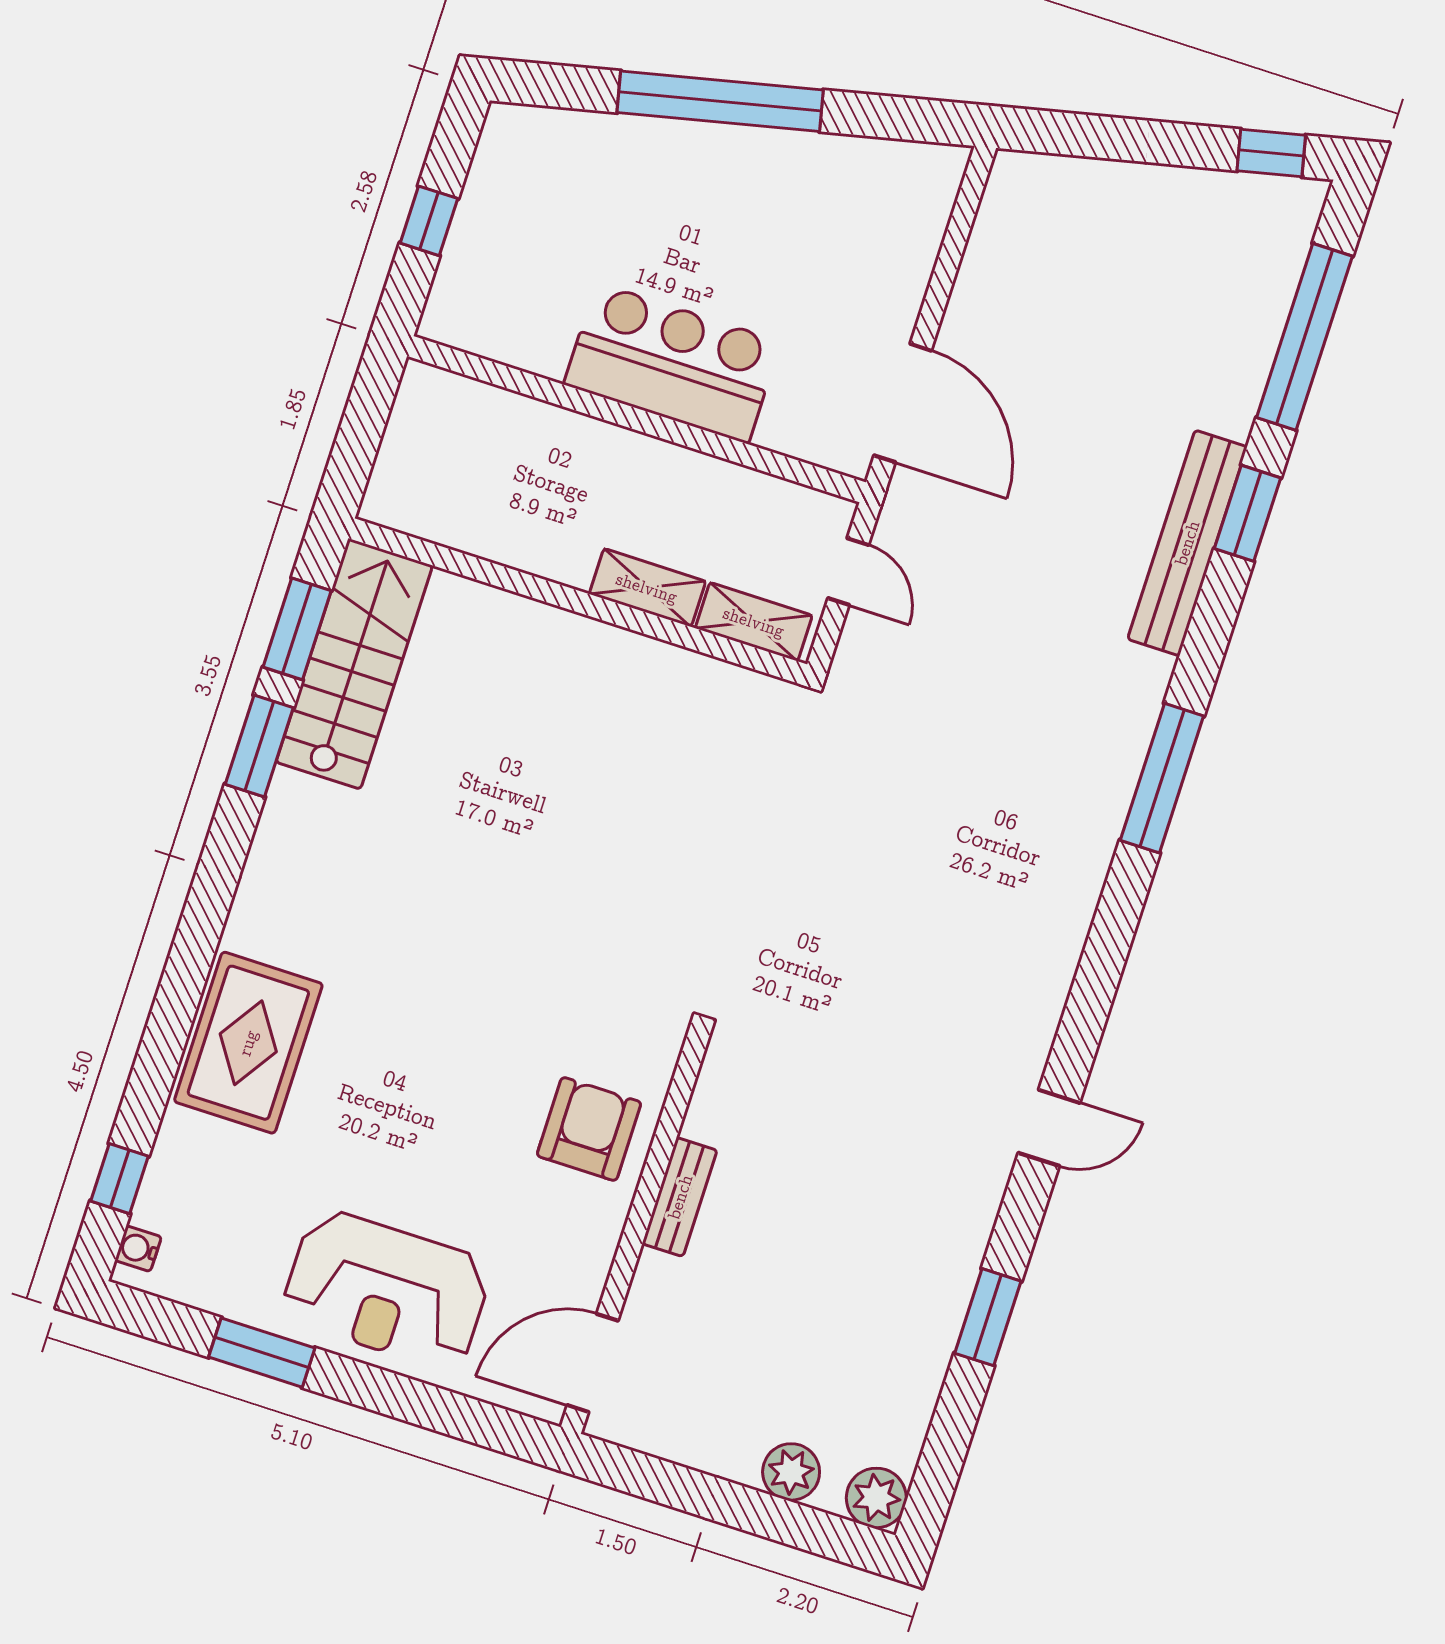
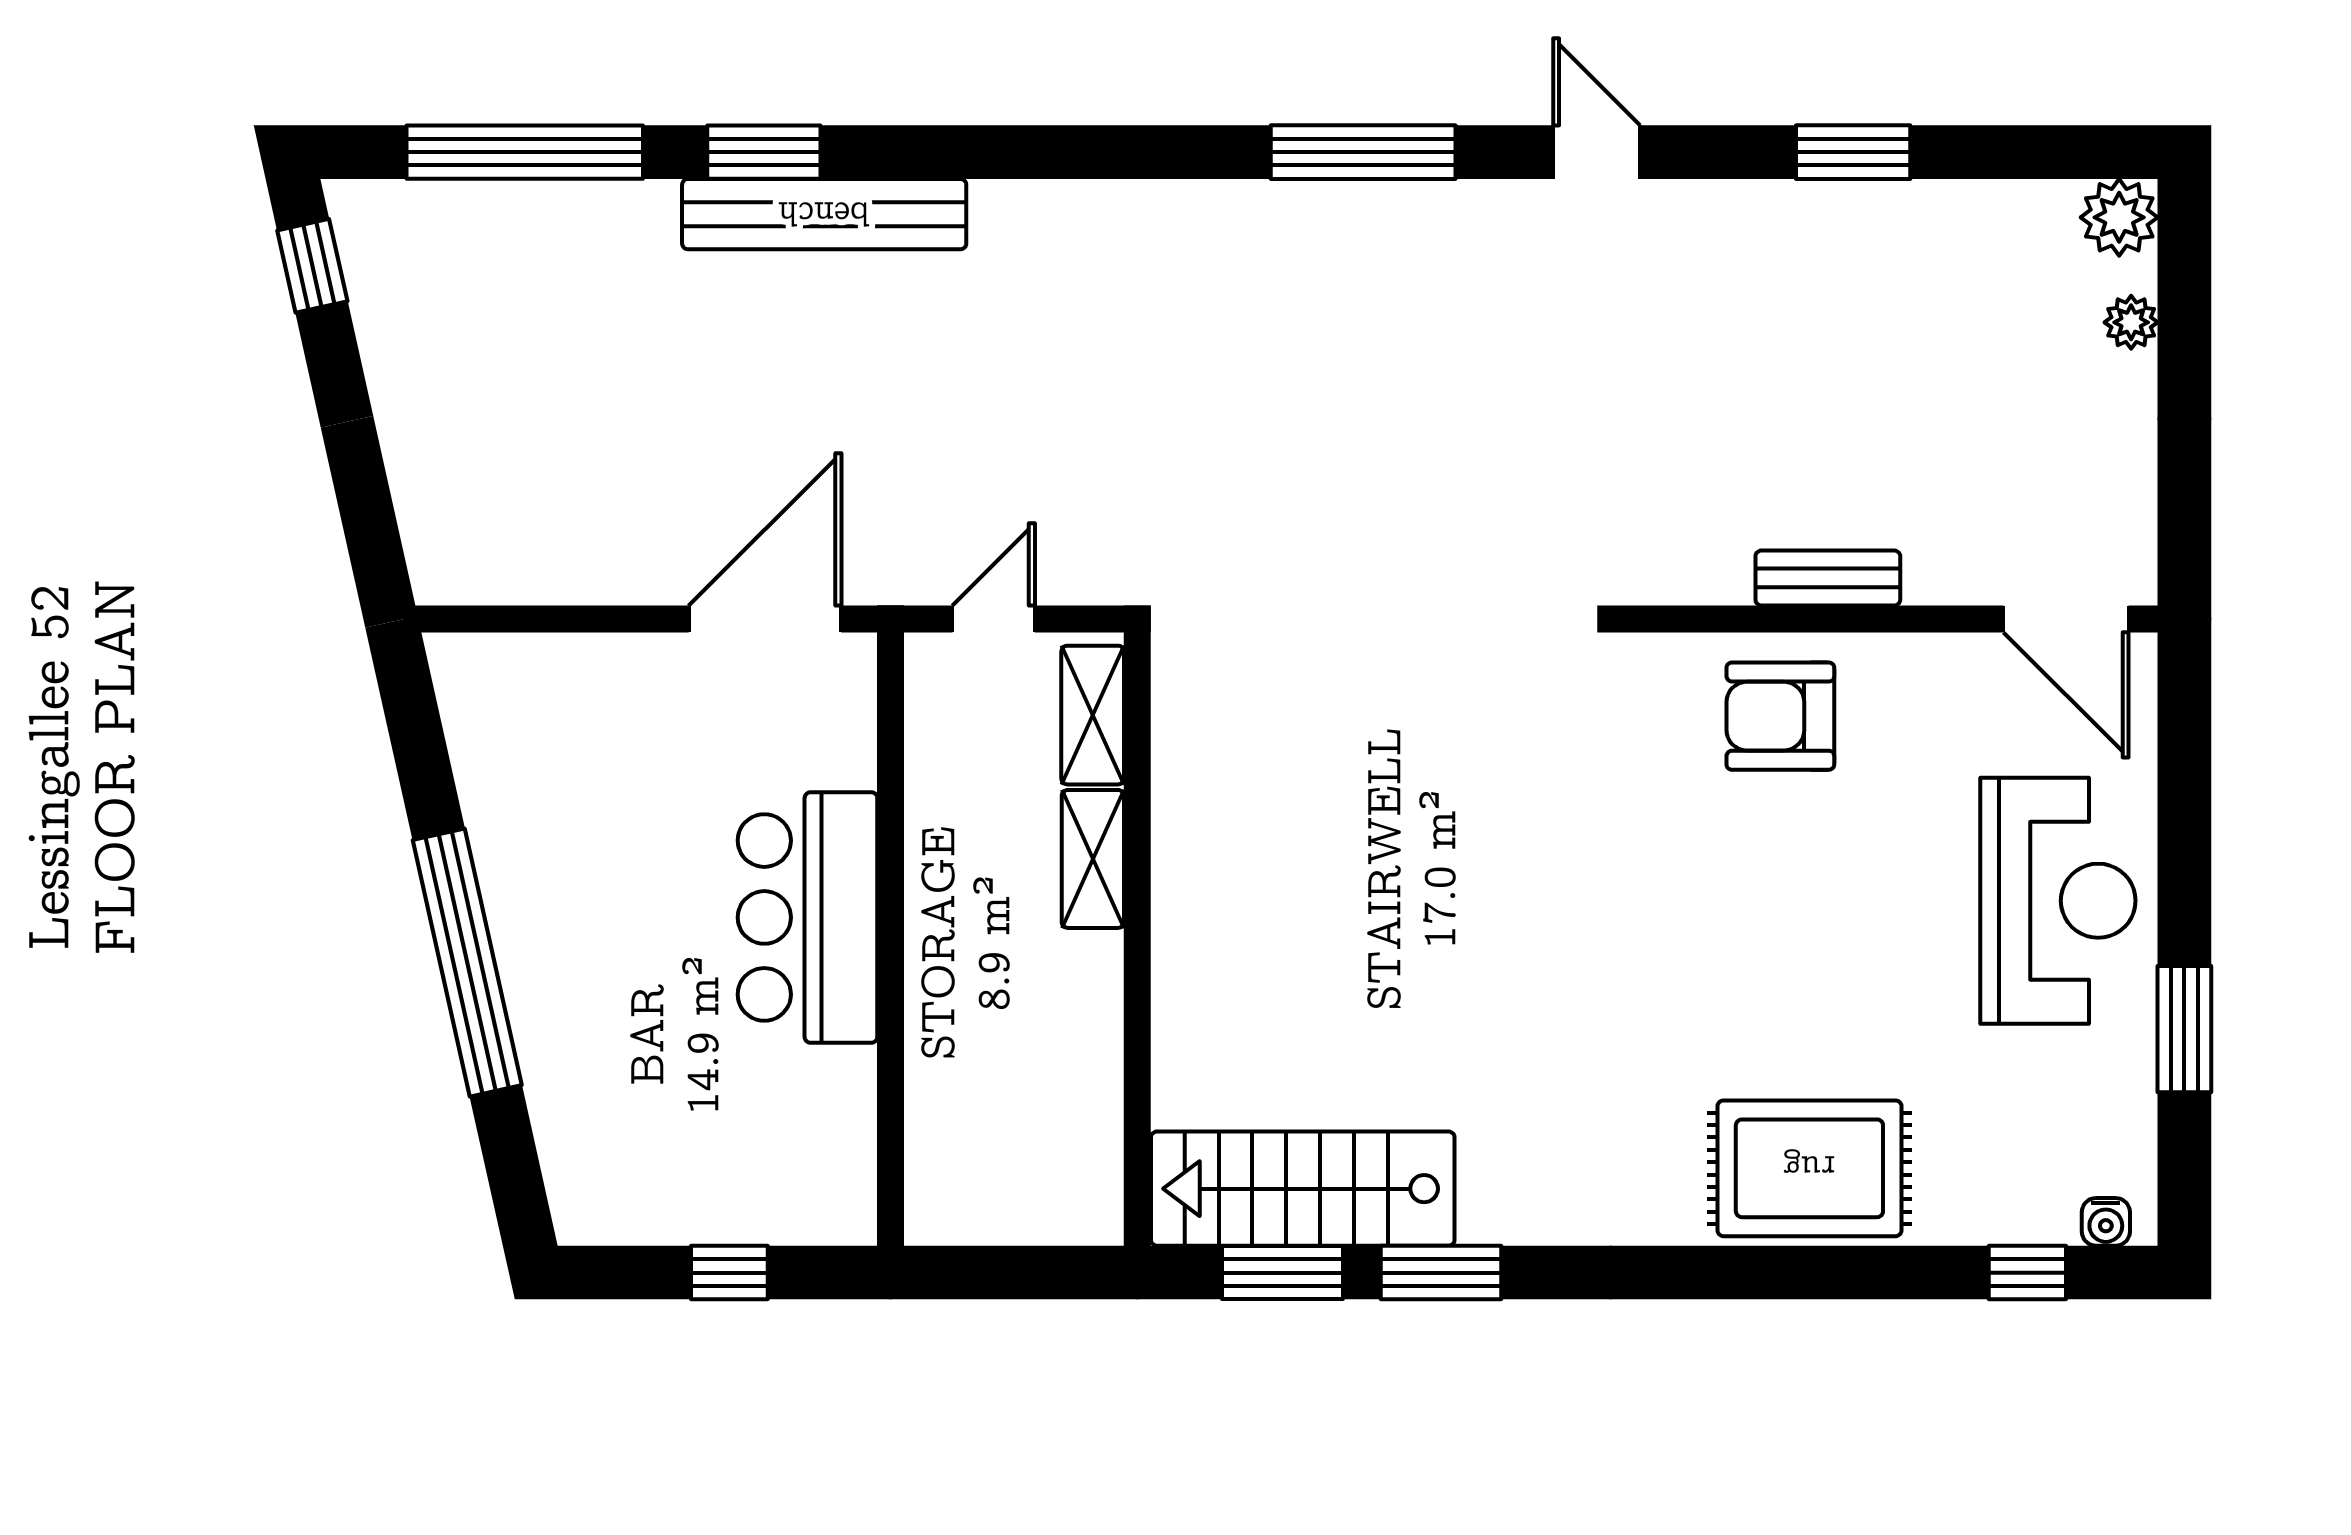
window: (1162, 778) -> (1363, 152), moved
plant: (791, 1472) -> (2131, 322), width x0.73, depth x0.73

